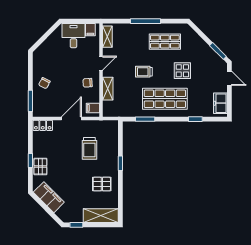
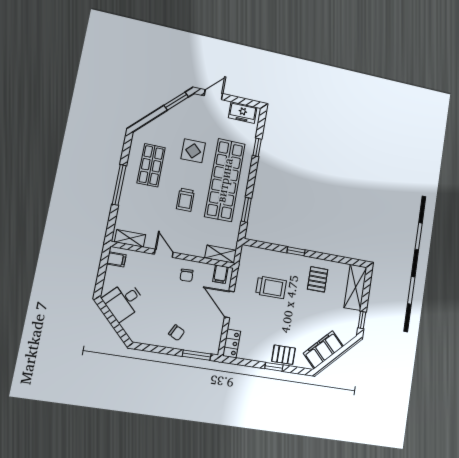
desk: (73, 36) -> (124, 301), moved, turned -45
shelving: (108, 89) -> (221, 254), moved
shop shelf: (165, 99) -> (225, 180), width x1.40

